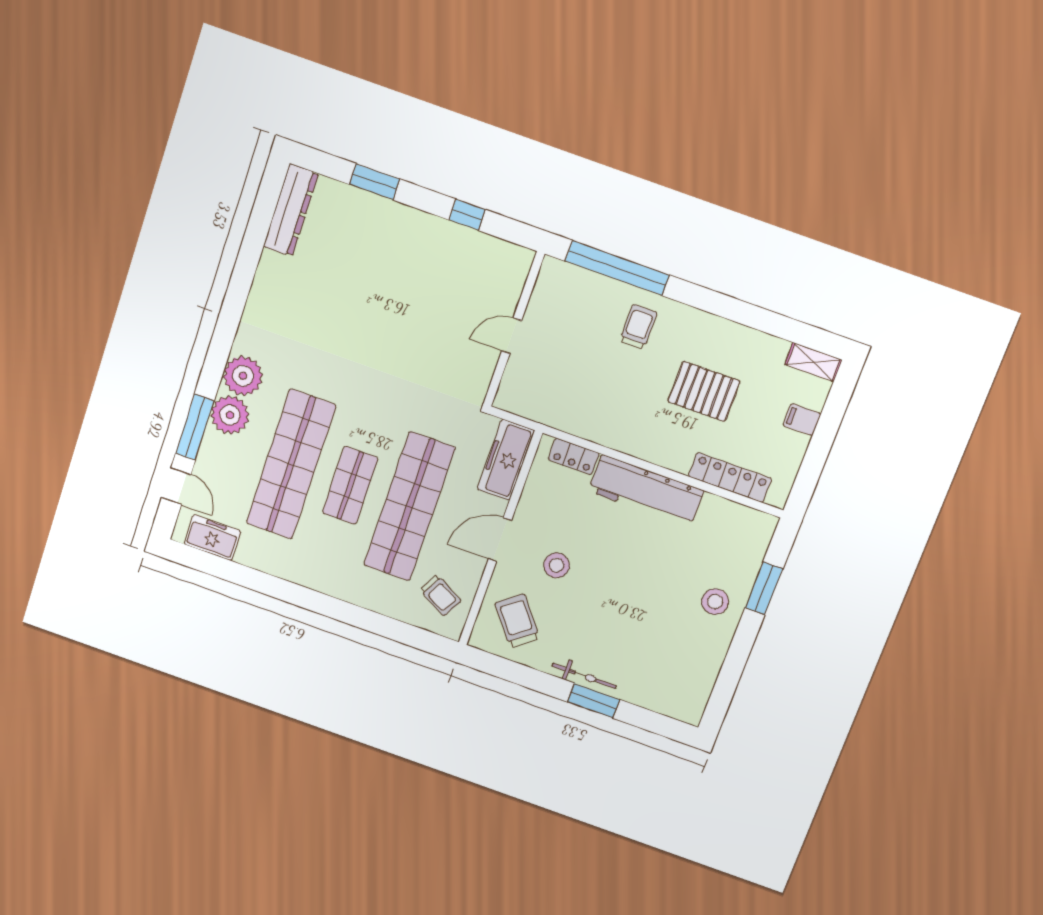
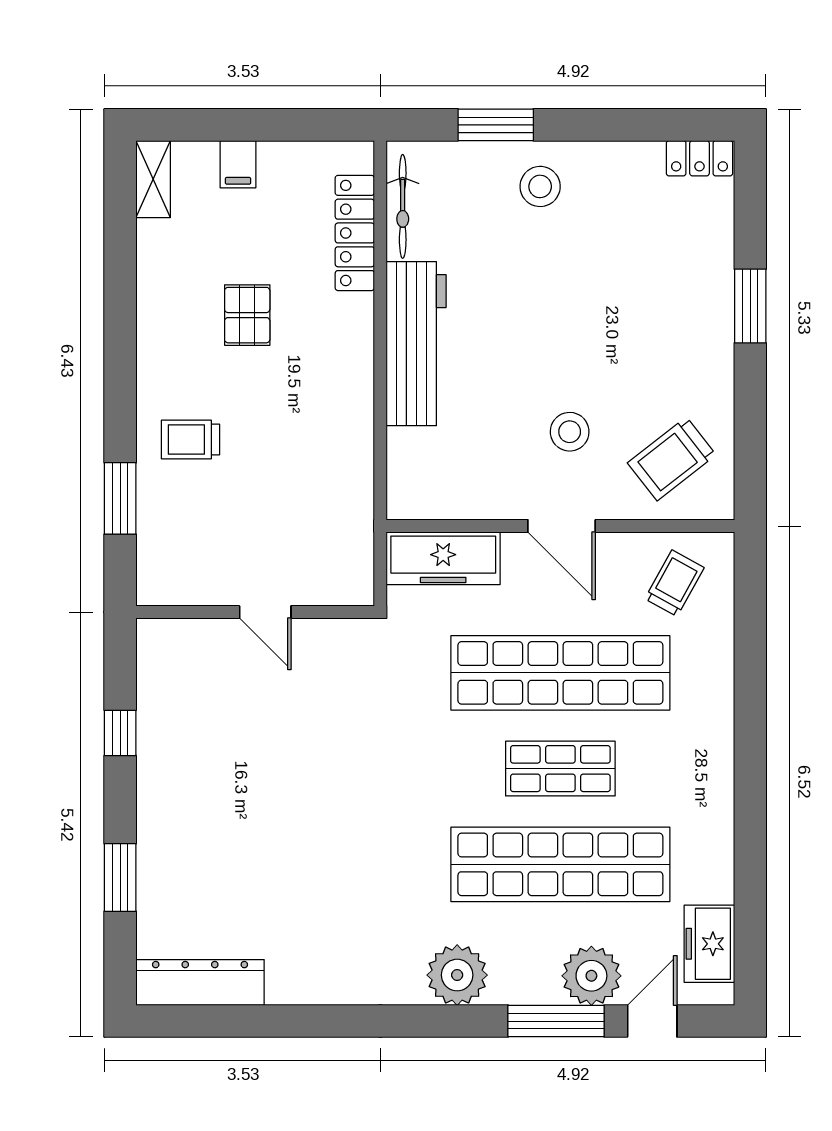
window: (617, 268) -> (120, 498), width x0.47
pallet: (704, 391) -> (247, 315), width x0.67, depth x0.71
plant: (230, 415) -> (591, 976), moved
locker: (574, 456) -> (699, 158), moved, turned 90
bicycle: (584, 676) -> (403, 206), moved, turned 180

